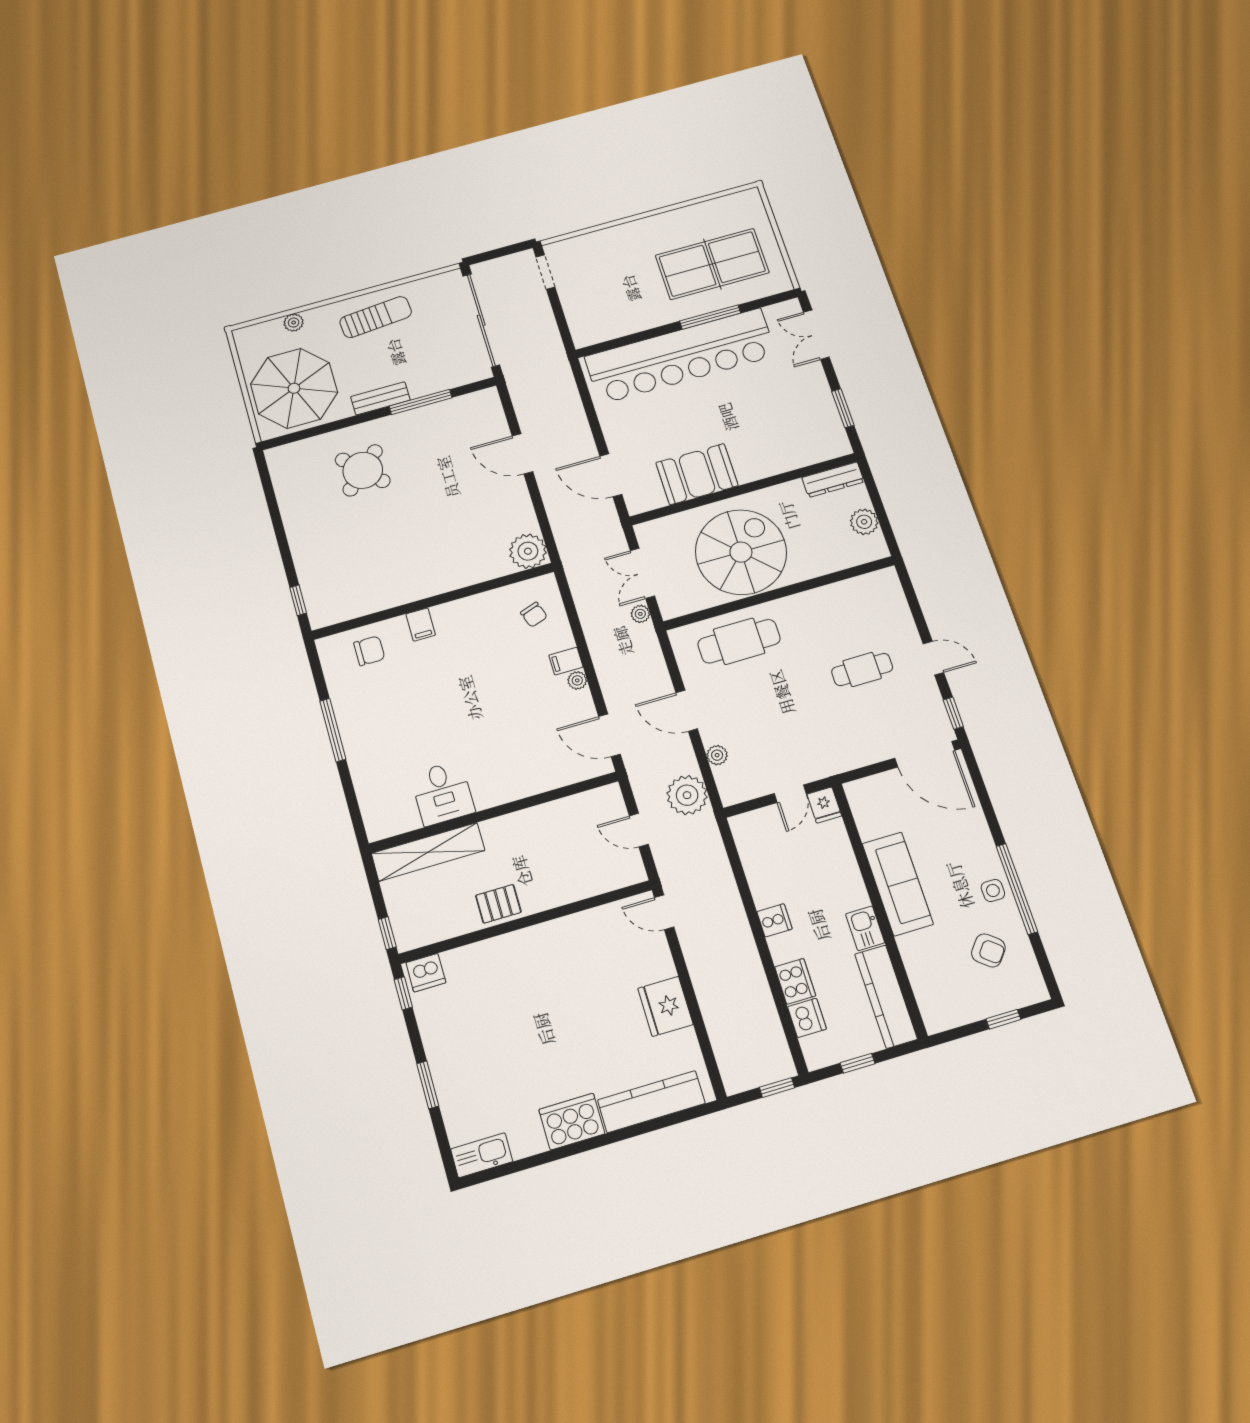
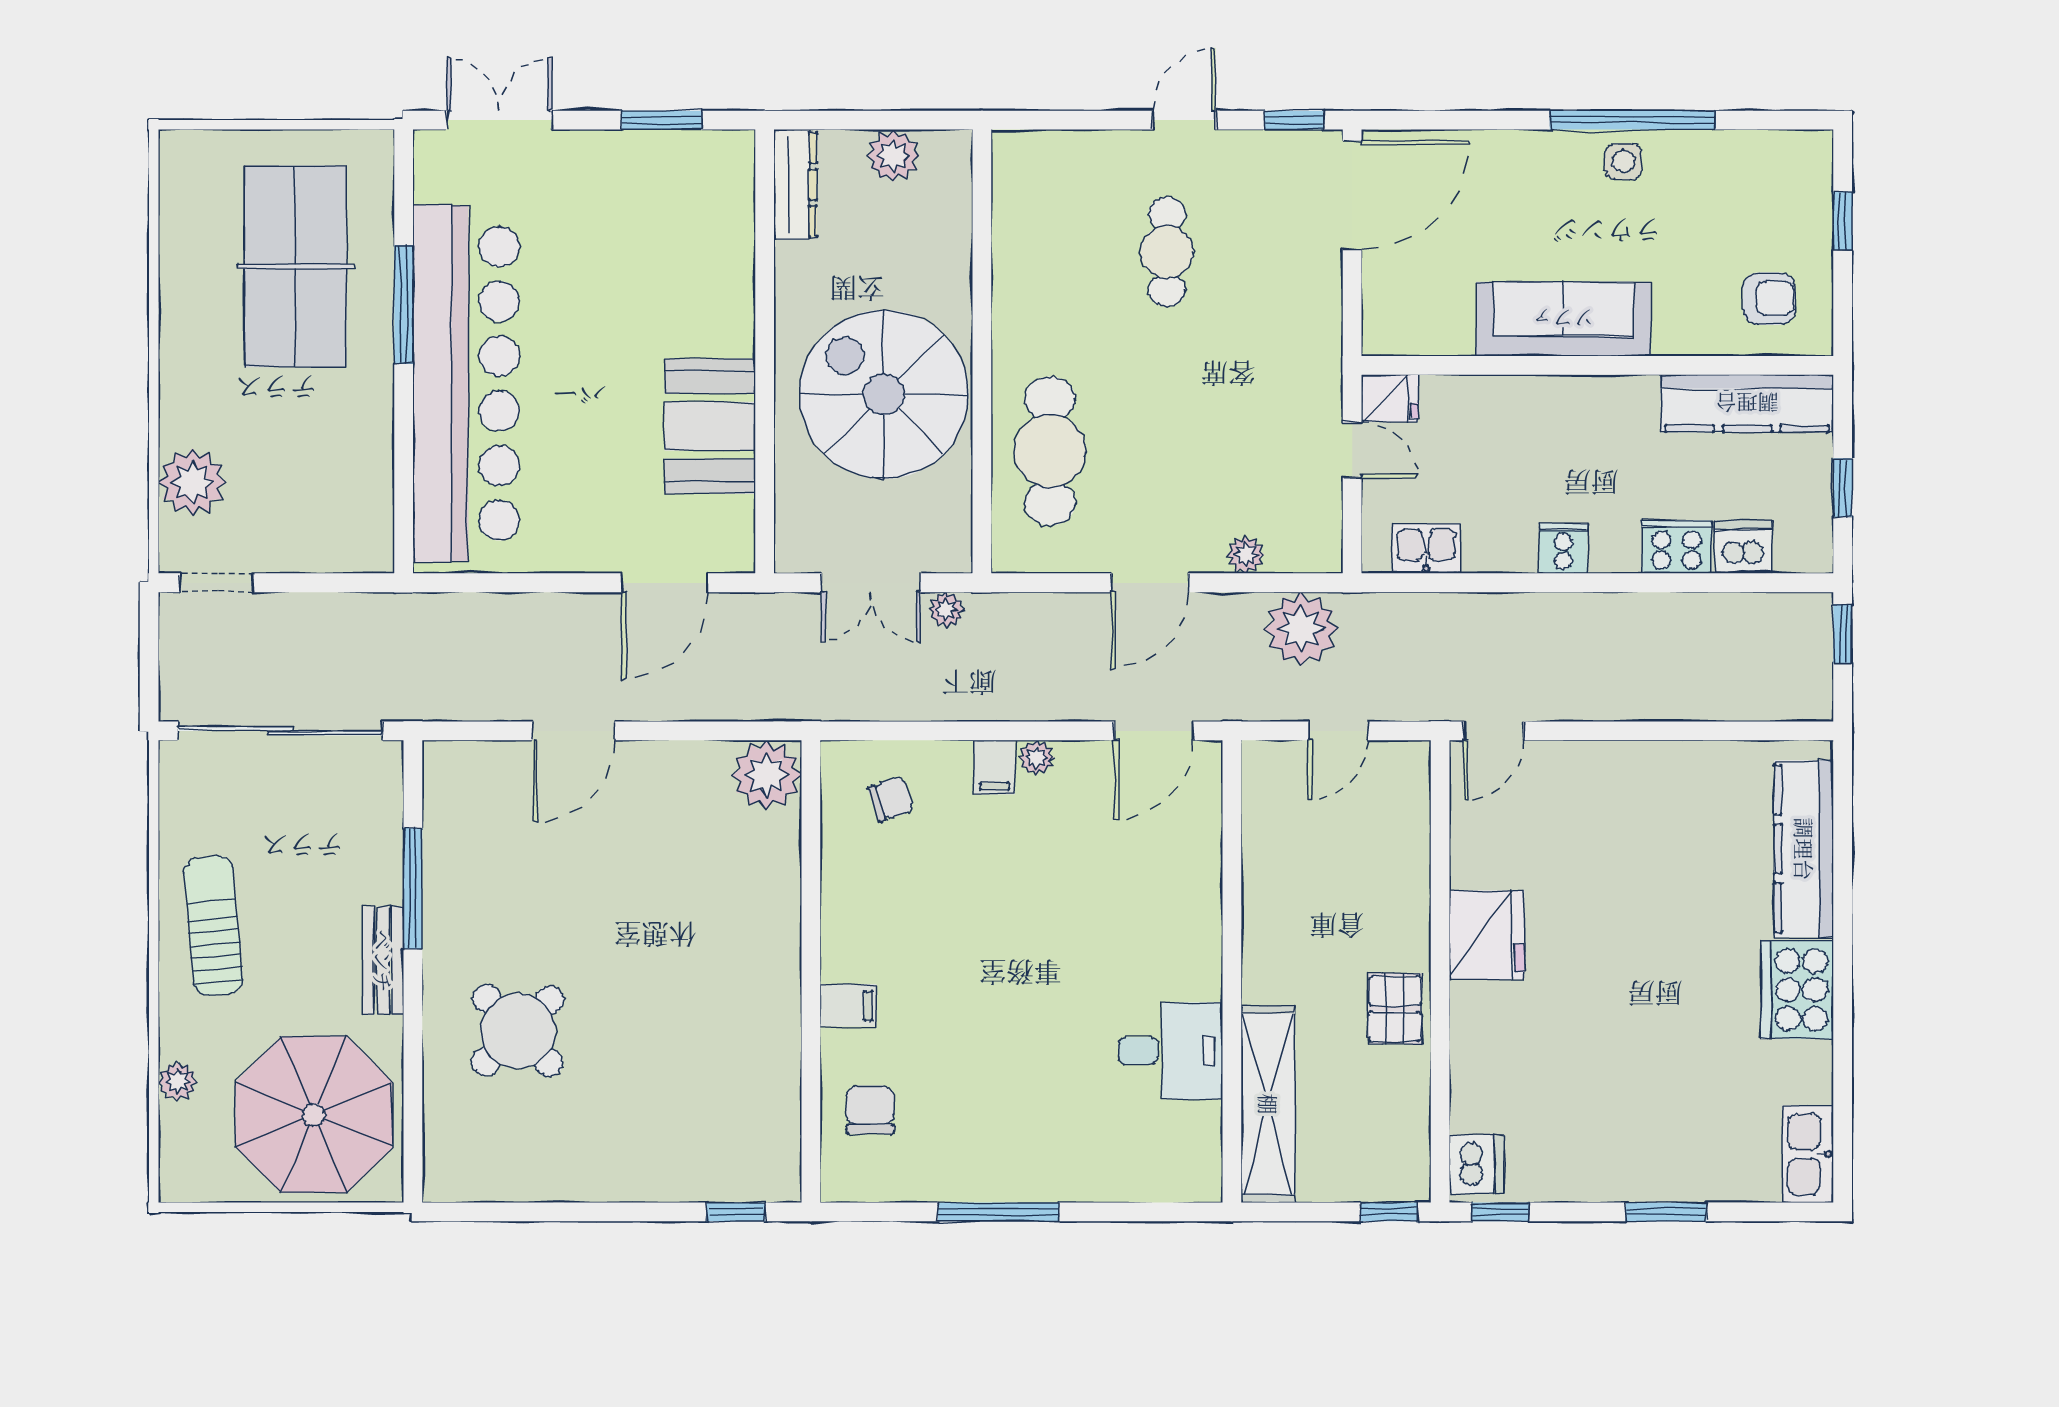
plant: (591, 248) -> (192, 482), added
double door: (816, 335) -> (499, 120), swing flipped
kitchen sink: (865, 928) -> (1426, 548), moved, turned 180
armchair: (988, 950) -> (1769, 299), moved, turned 51
fridge: (665, 1006) -> (1487, 935), moved, turned -90

